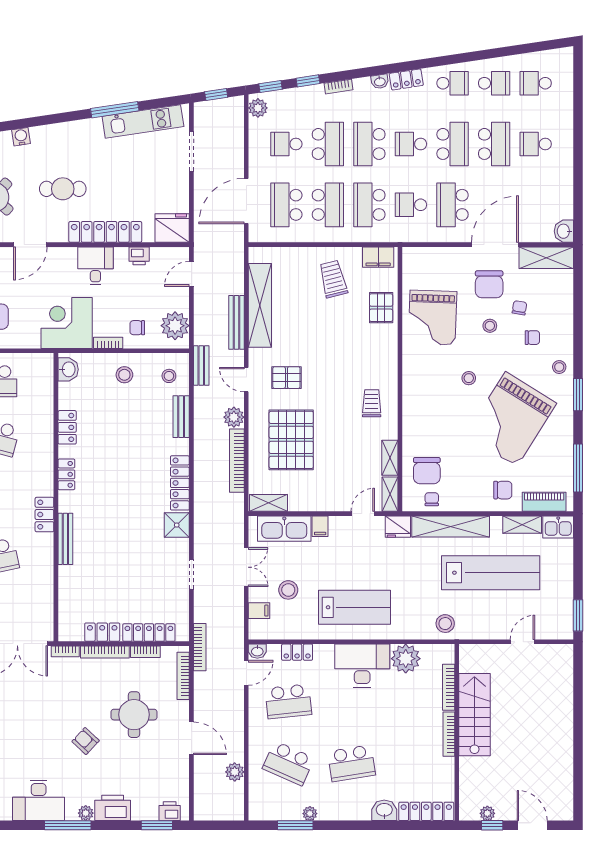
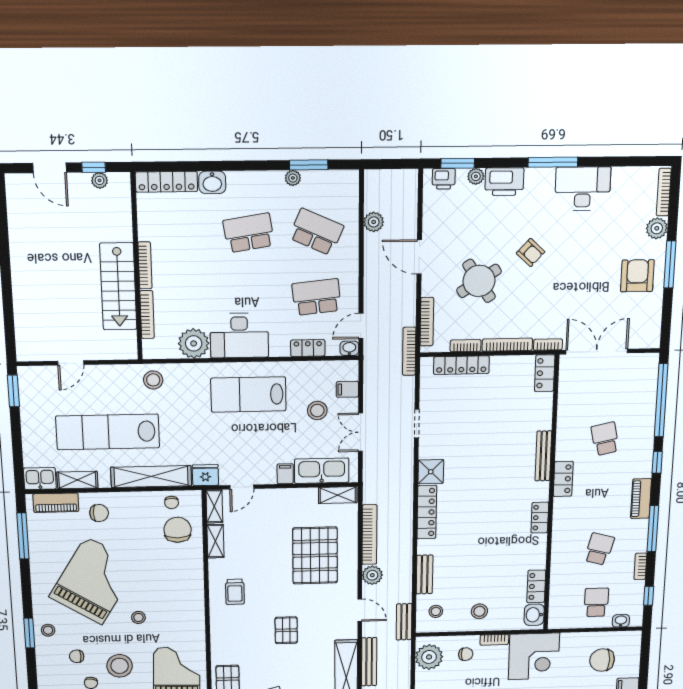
stool: (490, 326) -> (120, 666), width x1.89, depth x1.89
pallet: (286, 378) -> (286, 630), moved, turned 90
window: (578, 395) -> (29, 633), moved
locker: (67, 427) -> (536, 586), moved
chair: (503, 490) -> (99, 513), turned 180
locker: (102, 632) -> (545, 373), moved, turned 90
round table: (134, 715) -> (479, 281), turned -33
plant: (86, 813) -> (476, 176), moved

